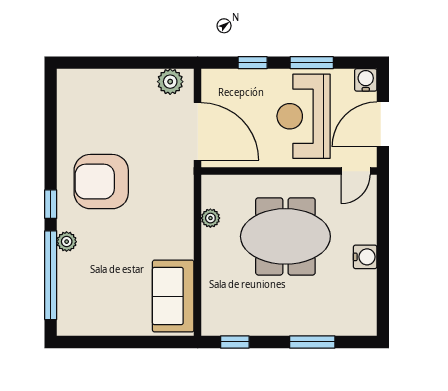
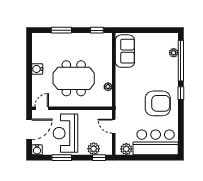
window: (253, 63) -> (99, 158), moved
plant: (242, 82) -> (94, 149), added
bar counter: (106, 96) -> (156, 142), added
reception desk: (304, 116) -> (65, 133), turned 180
door: (198, 131) -> (114, 126), width x0.53
plant: (67, 242) -> (174, 53), moved

